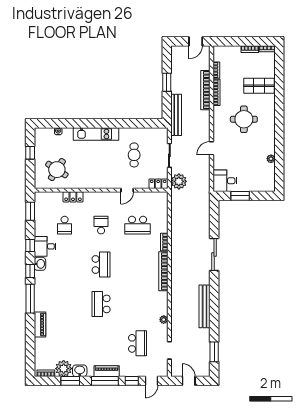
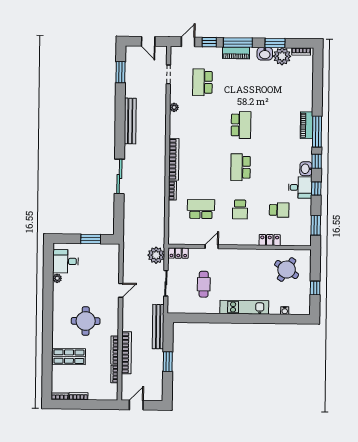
desk: (225, 181) -> (66, 261), moved, turned 180
school desk: (65, 225) -> (279, 210), turned 90
piano: (40, 324) -> (307, 125), moved

